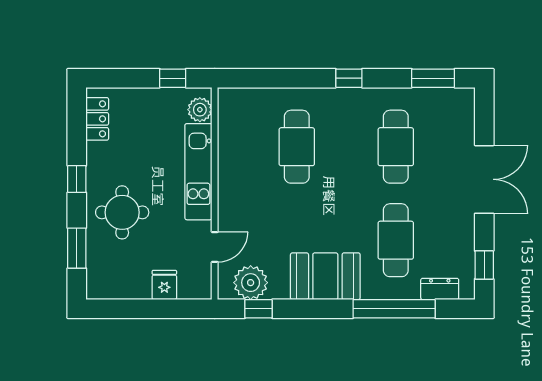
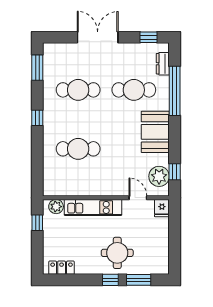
window: (77, 179) -> (110, 280), moved
fridge: (164, 285) -> (162, 208), moved, turned -90

